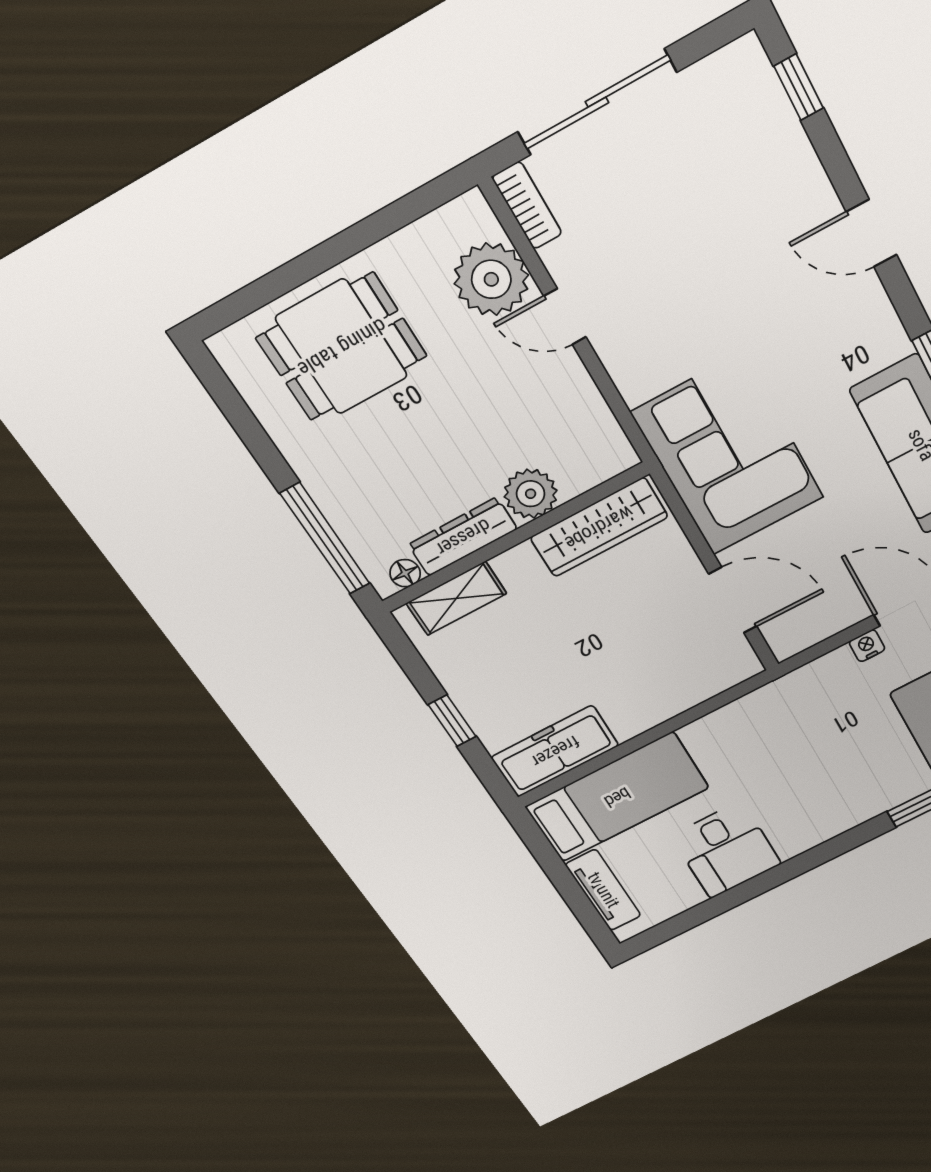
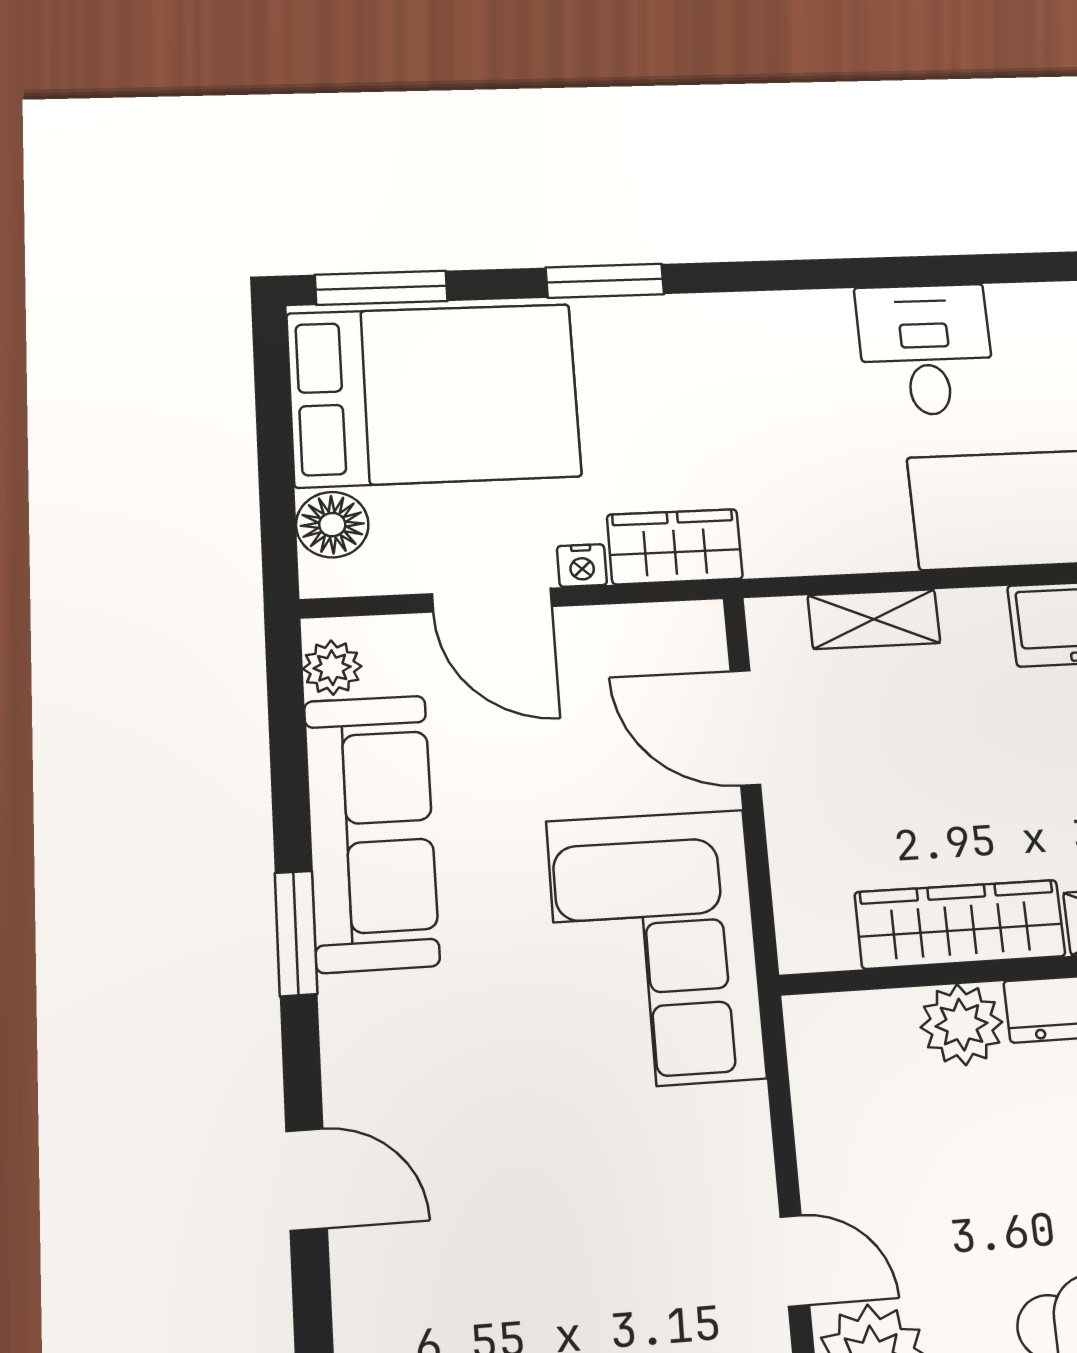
wardrobe: (599, 527) -> (960, 924), moved
wardrobe: (819, 680) -> (675, 547), added
shelving: (687, 693) -> (874, 619), added

